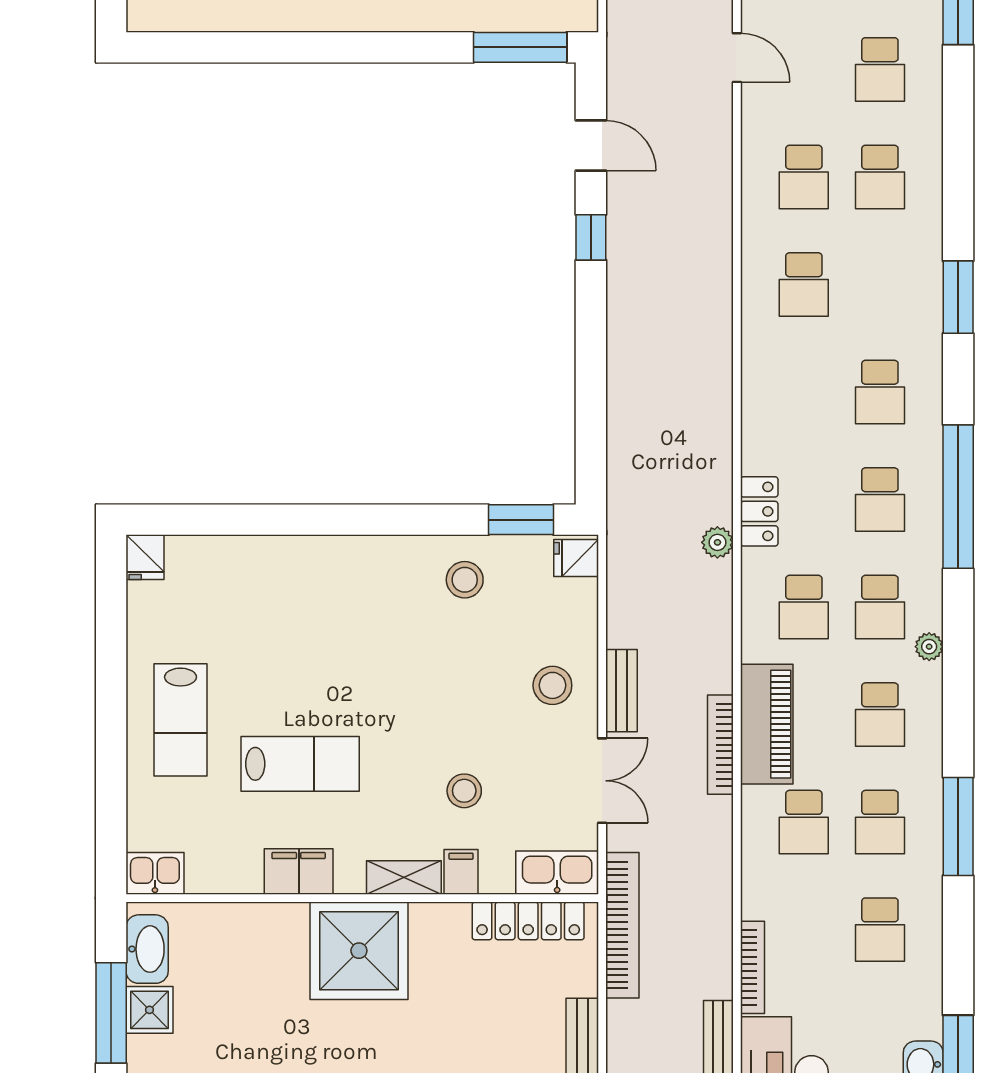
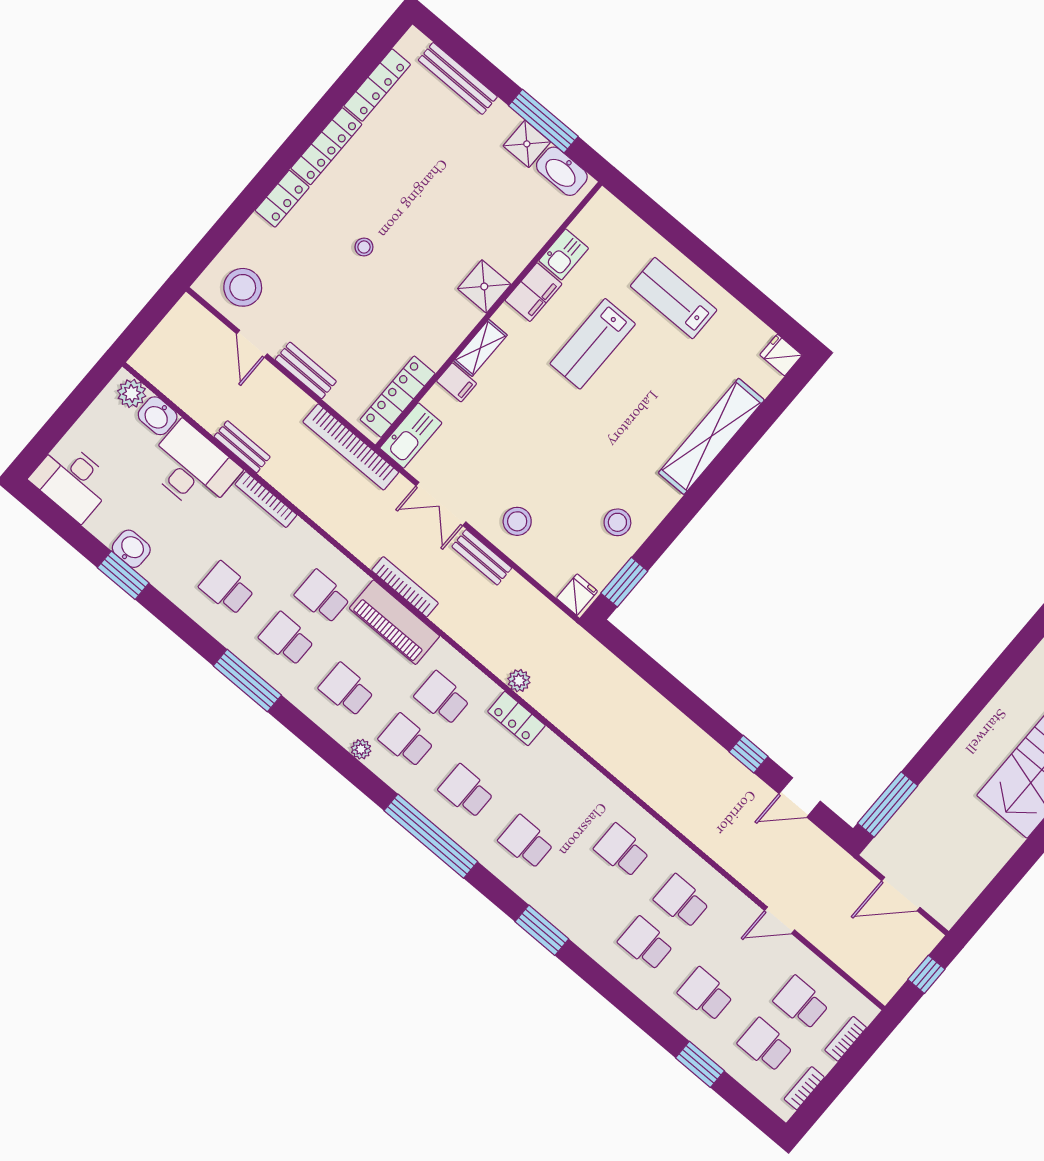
shelving: (292, 558) -> (711, 436), added
stool: (464, 791) -> (500, 422), removed
kitchen sink: (155, 873) -> (564, 254), moved
shower: (359, 951) -> (484, 286), width x0.54, depth x0.54

